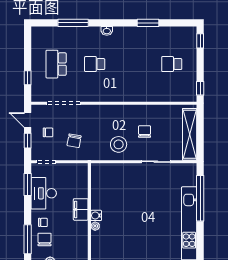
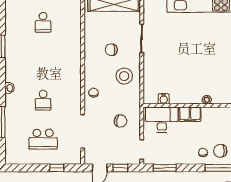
chair: (48, 132) -> (94, 93), moved
desk: (44, 193) -> (162, 120), moved, turned 180
water cooler: (96, 215) -> (164, 99), moved

